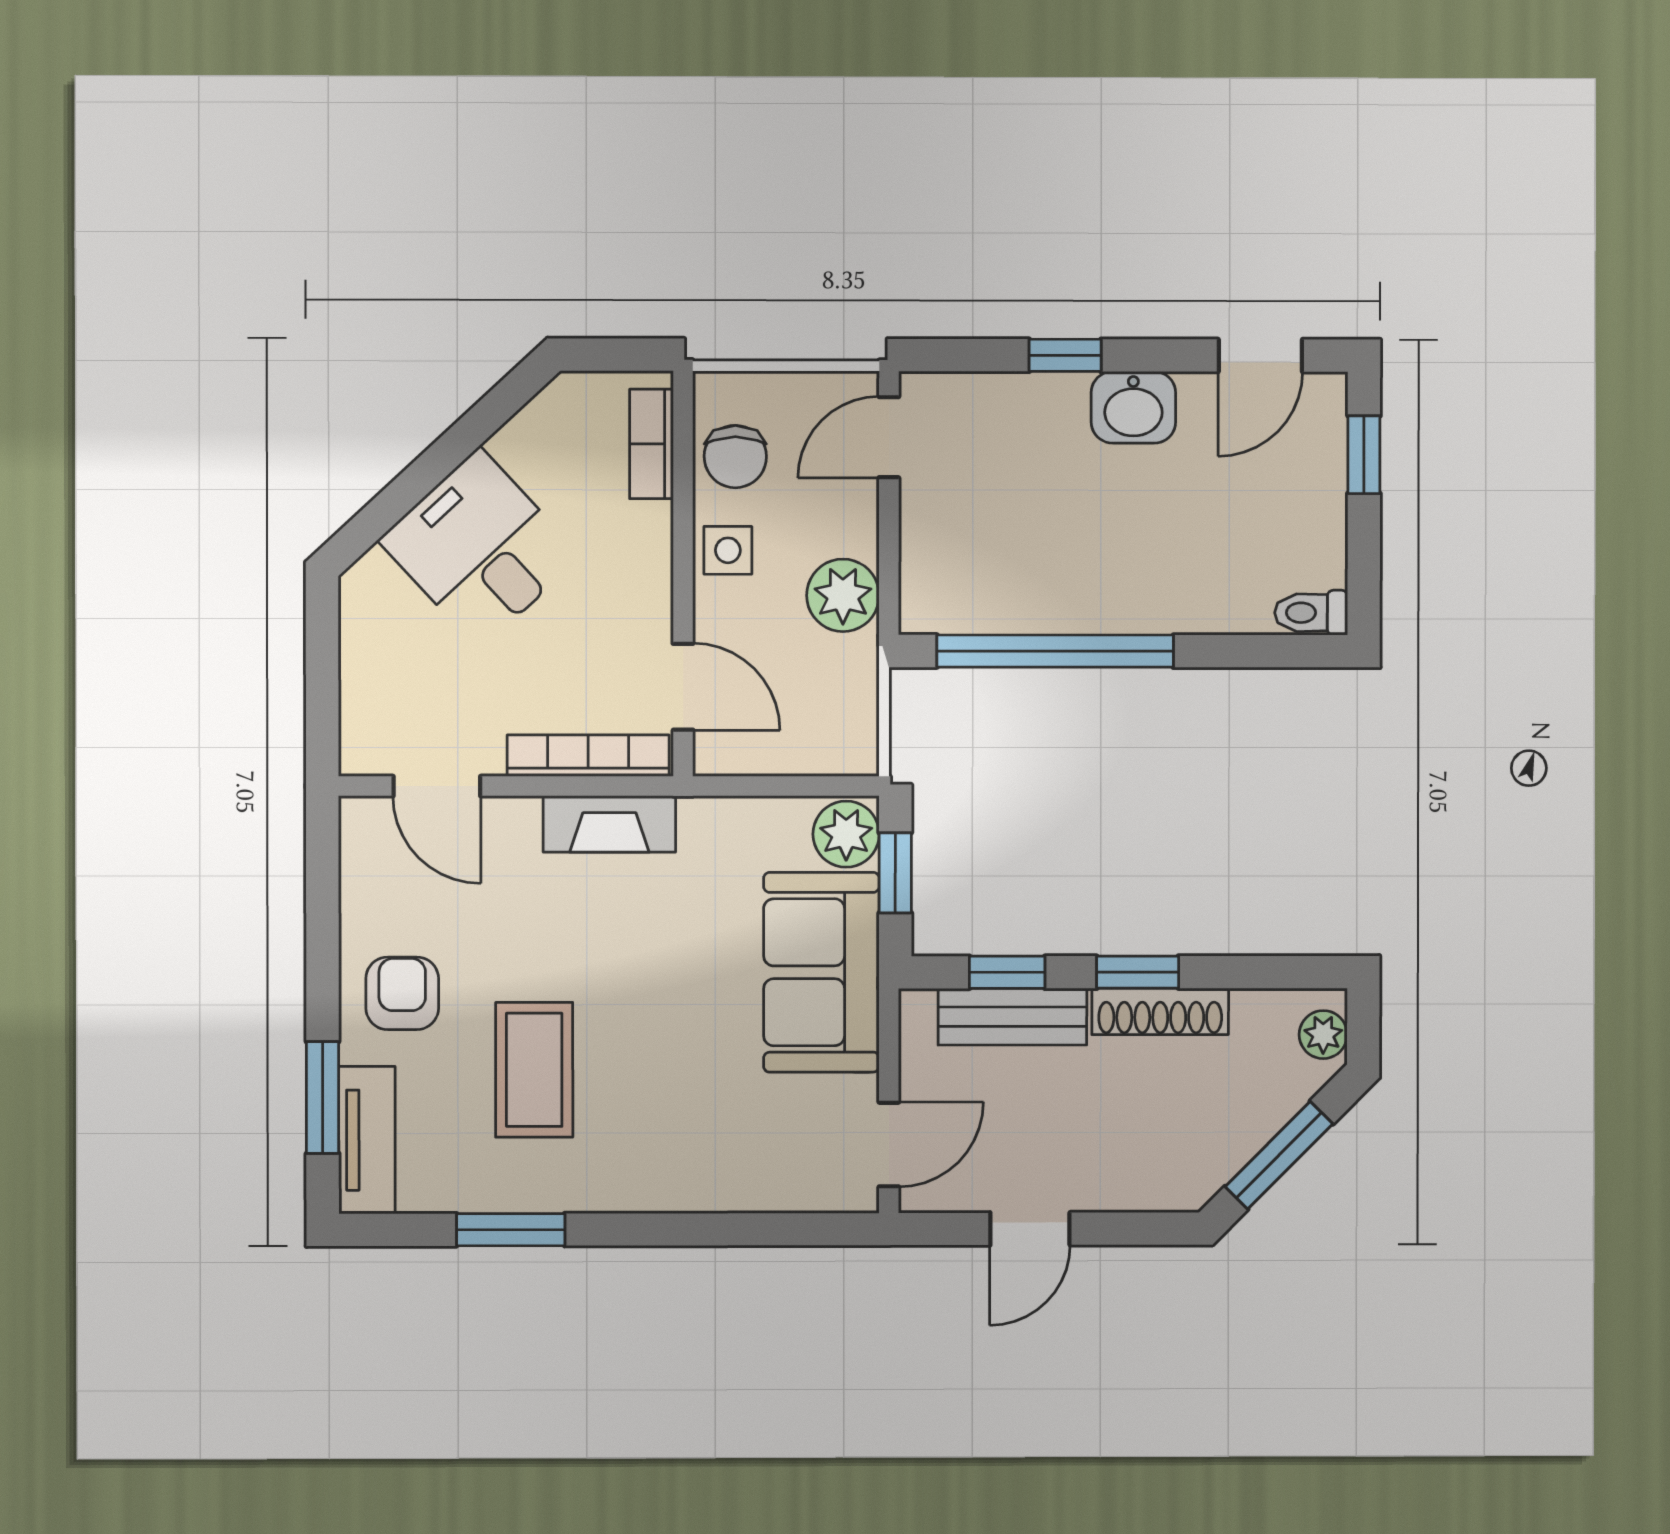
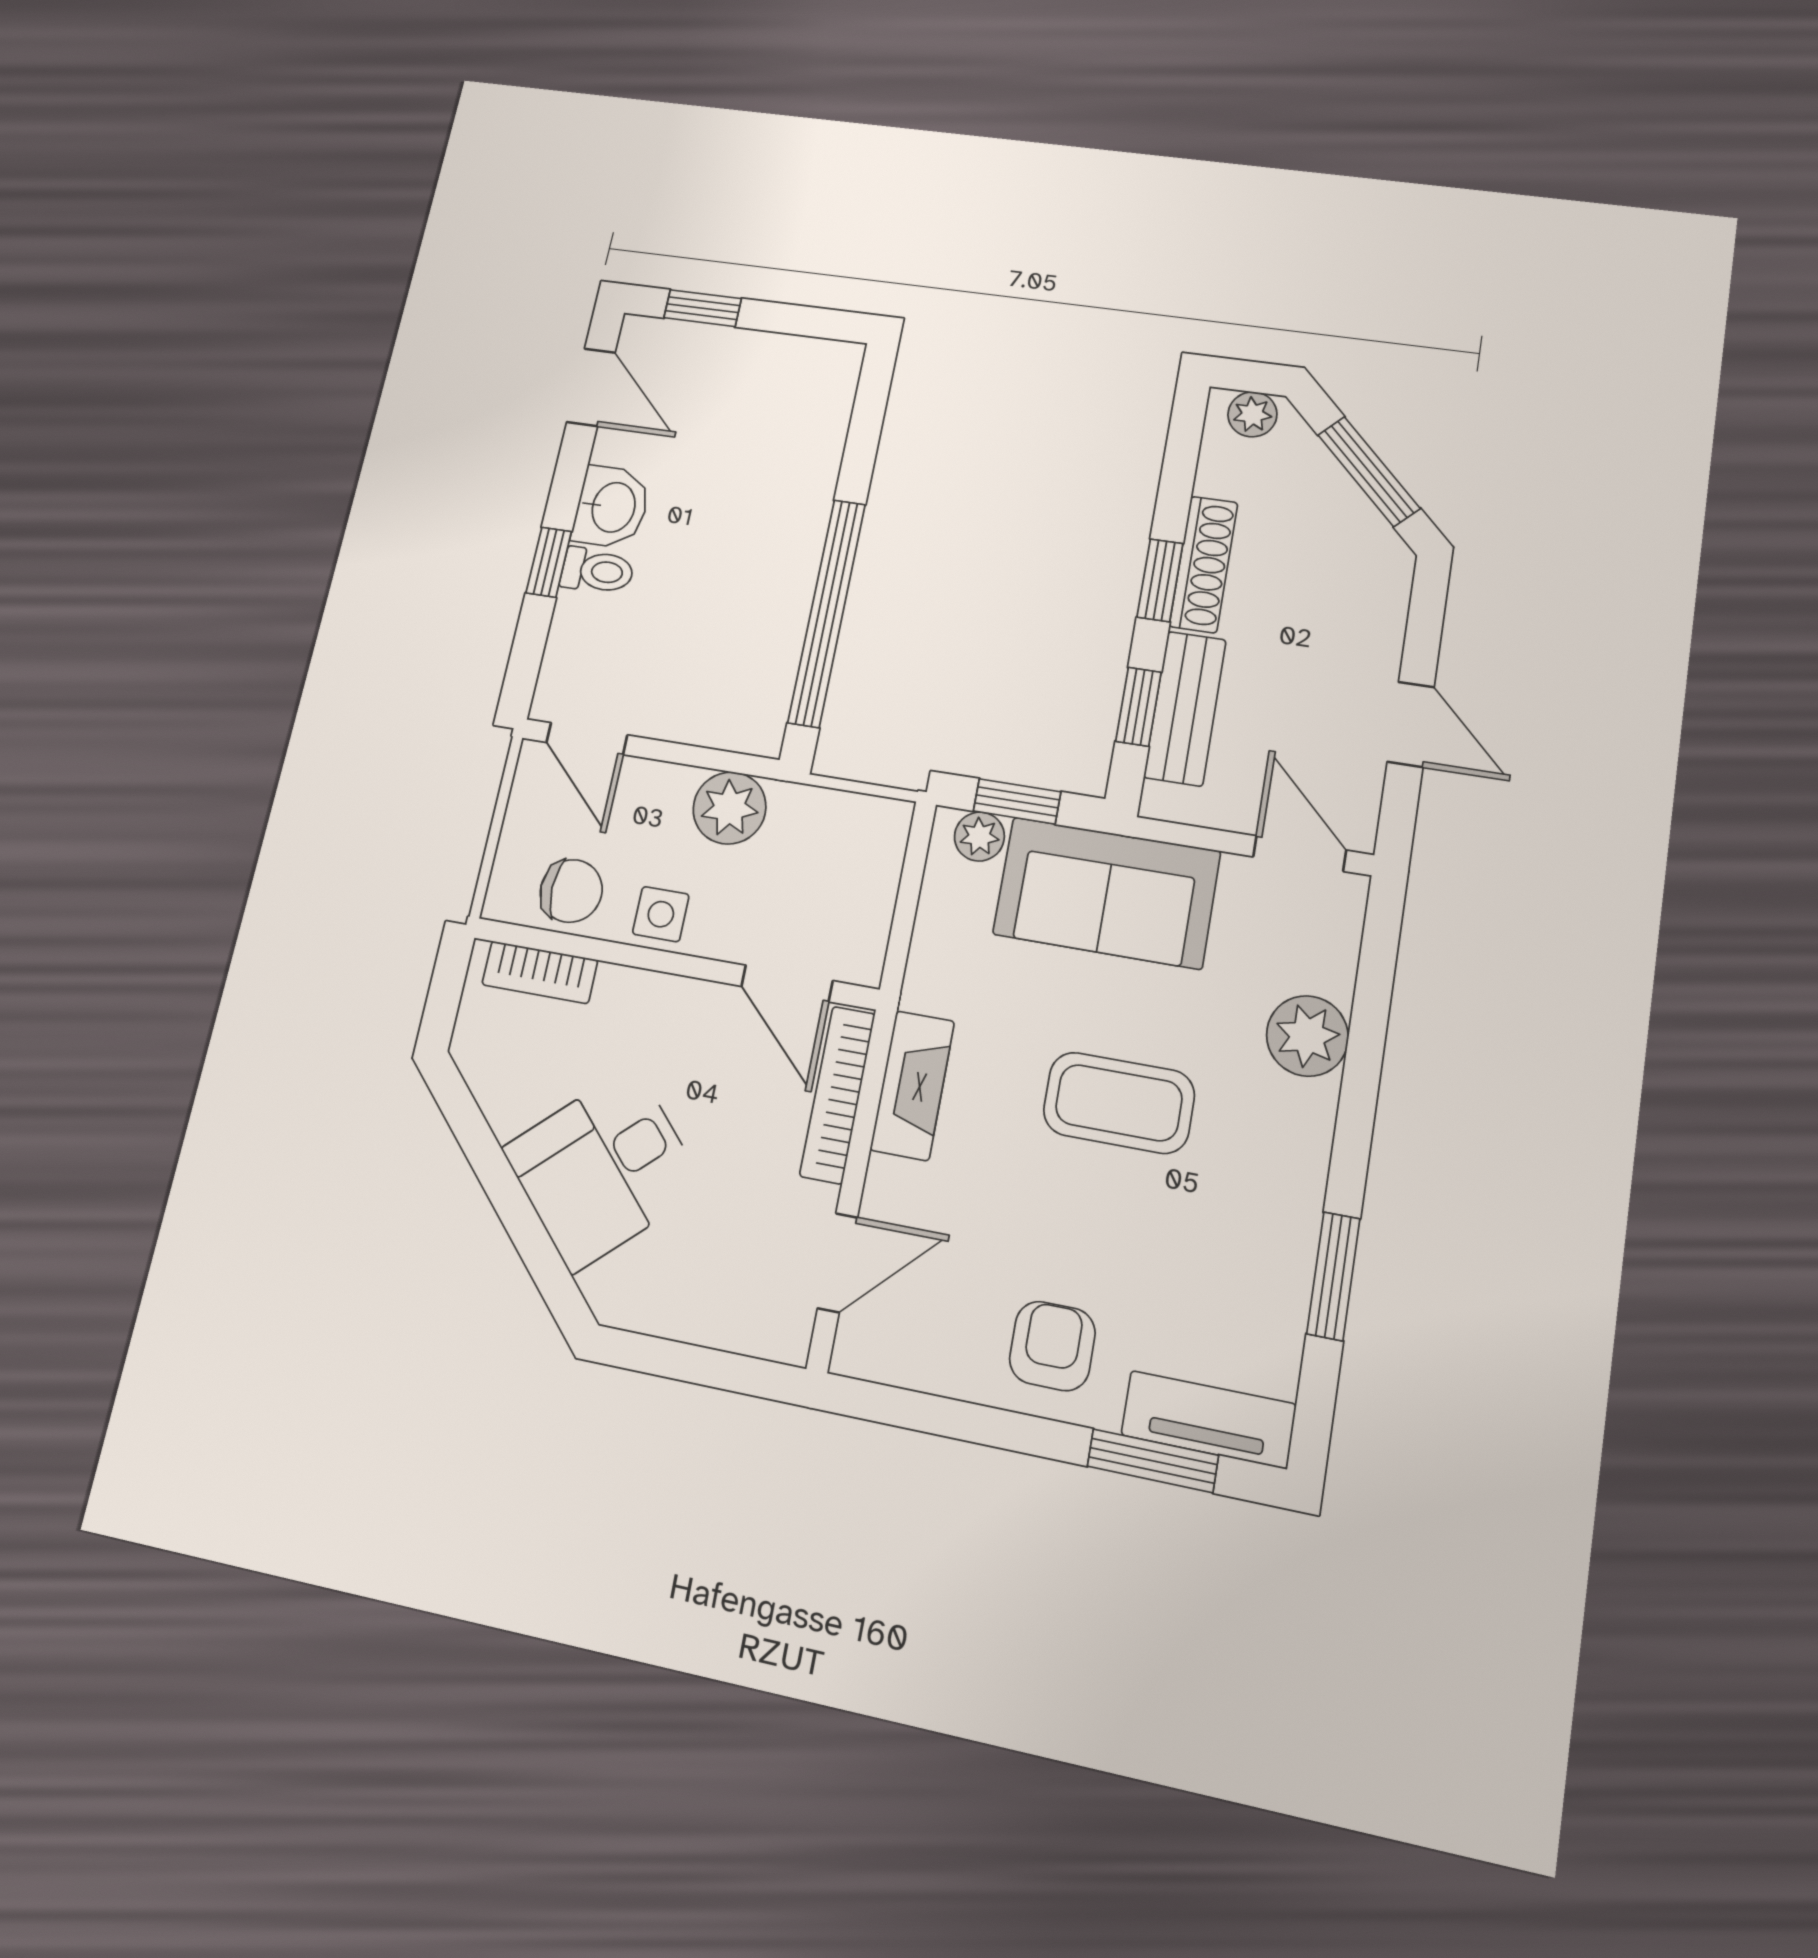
toilet: (1311, 613) -> (597, 571), moved, turned -90
door: (683, 687) -> (787, 983), swing flipped
plant: (846, 834) -> (979, 837), width x0.73, depth x0.73
armchair: (402, 993) -> (1052, 1346), turned 90
coffee table: (534, 1070) -> (1119, 1103), moved
plant: (720, 1176) -> (1307, 1036), added

